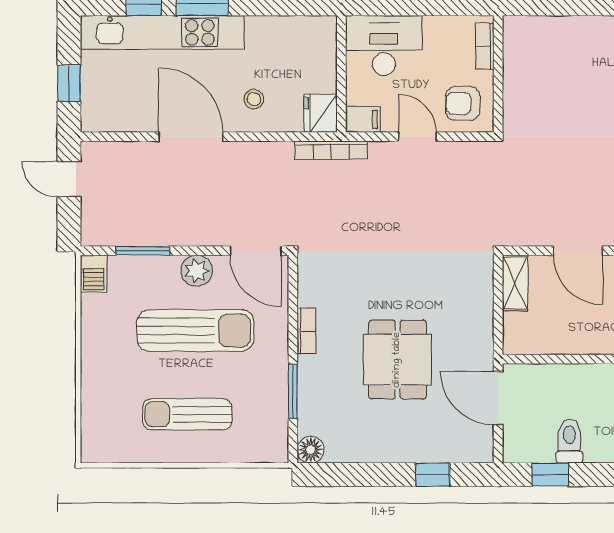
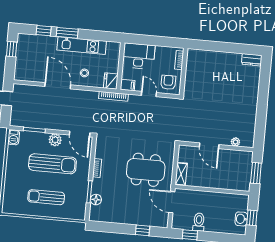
kitchen unit: (162, 32) -> (82, 46), moved, width x0.73
window: (69, 83) -> (12, 49), moved
armchair: (463, 103) -> (168, 82), turned 90
shelving: (515, 283) -> (181, 174), moved
dining table: (397, 360) -> (146, 170), moved, width x1.38
floor lamp: (311, 450) -> (96, 200), moved

